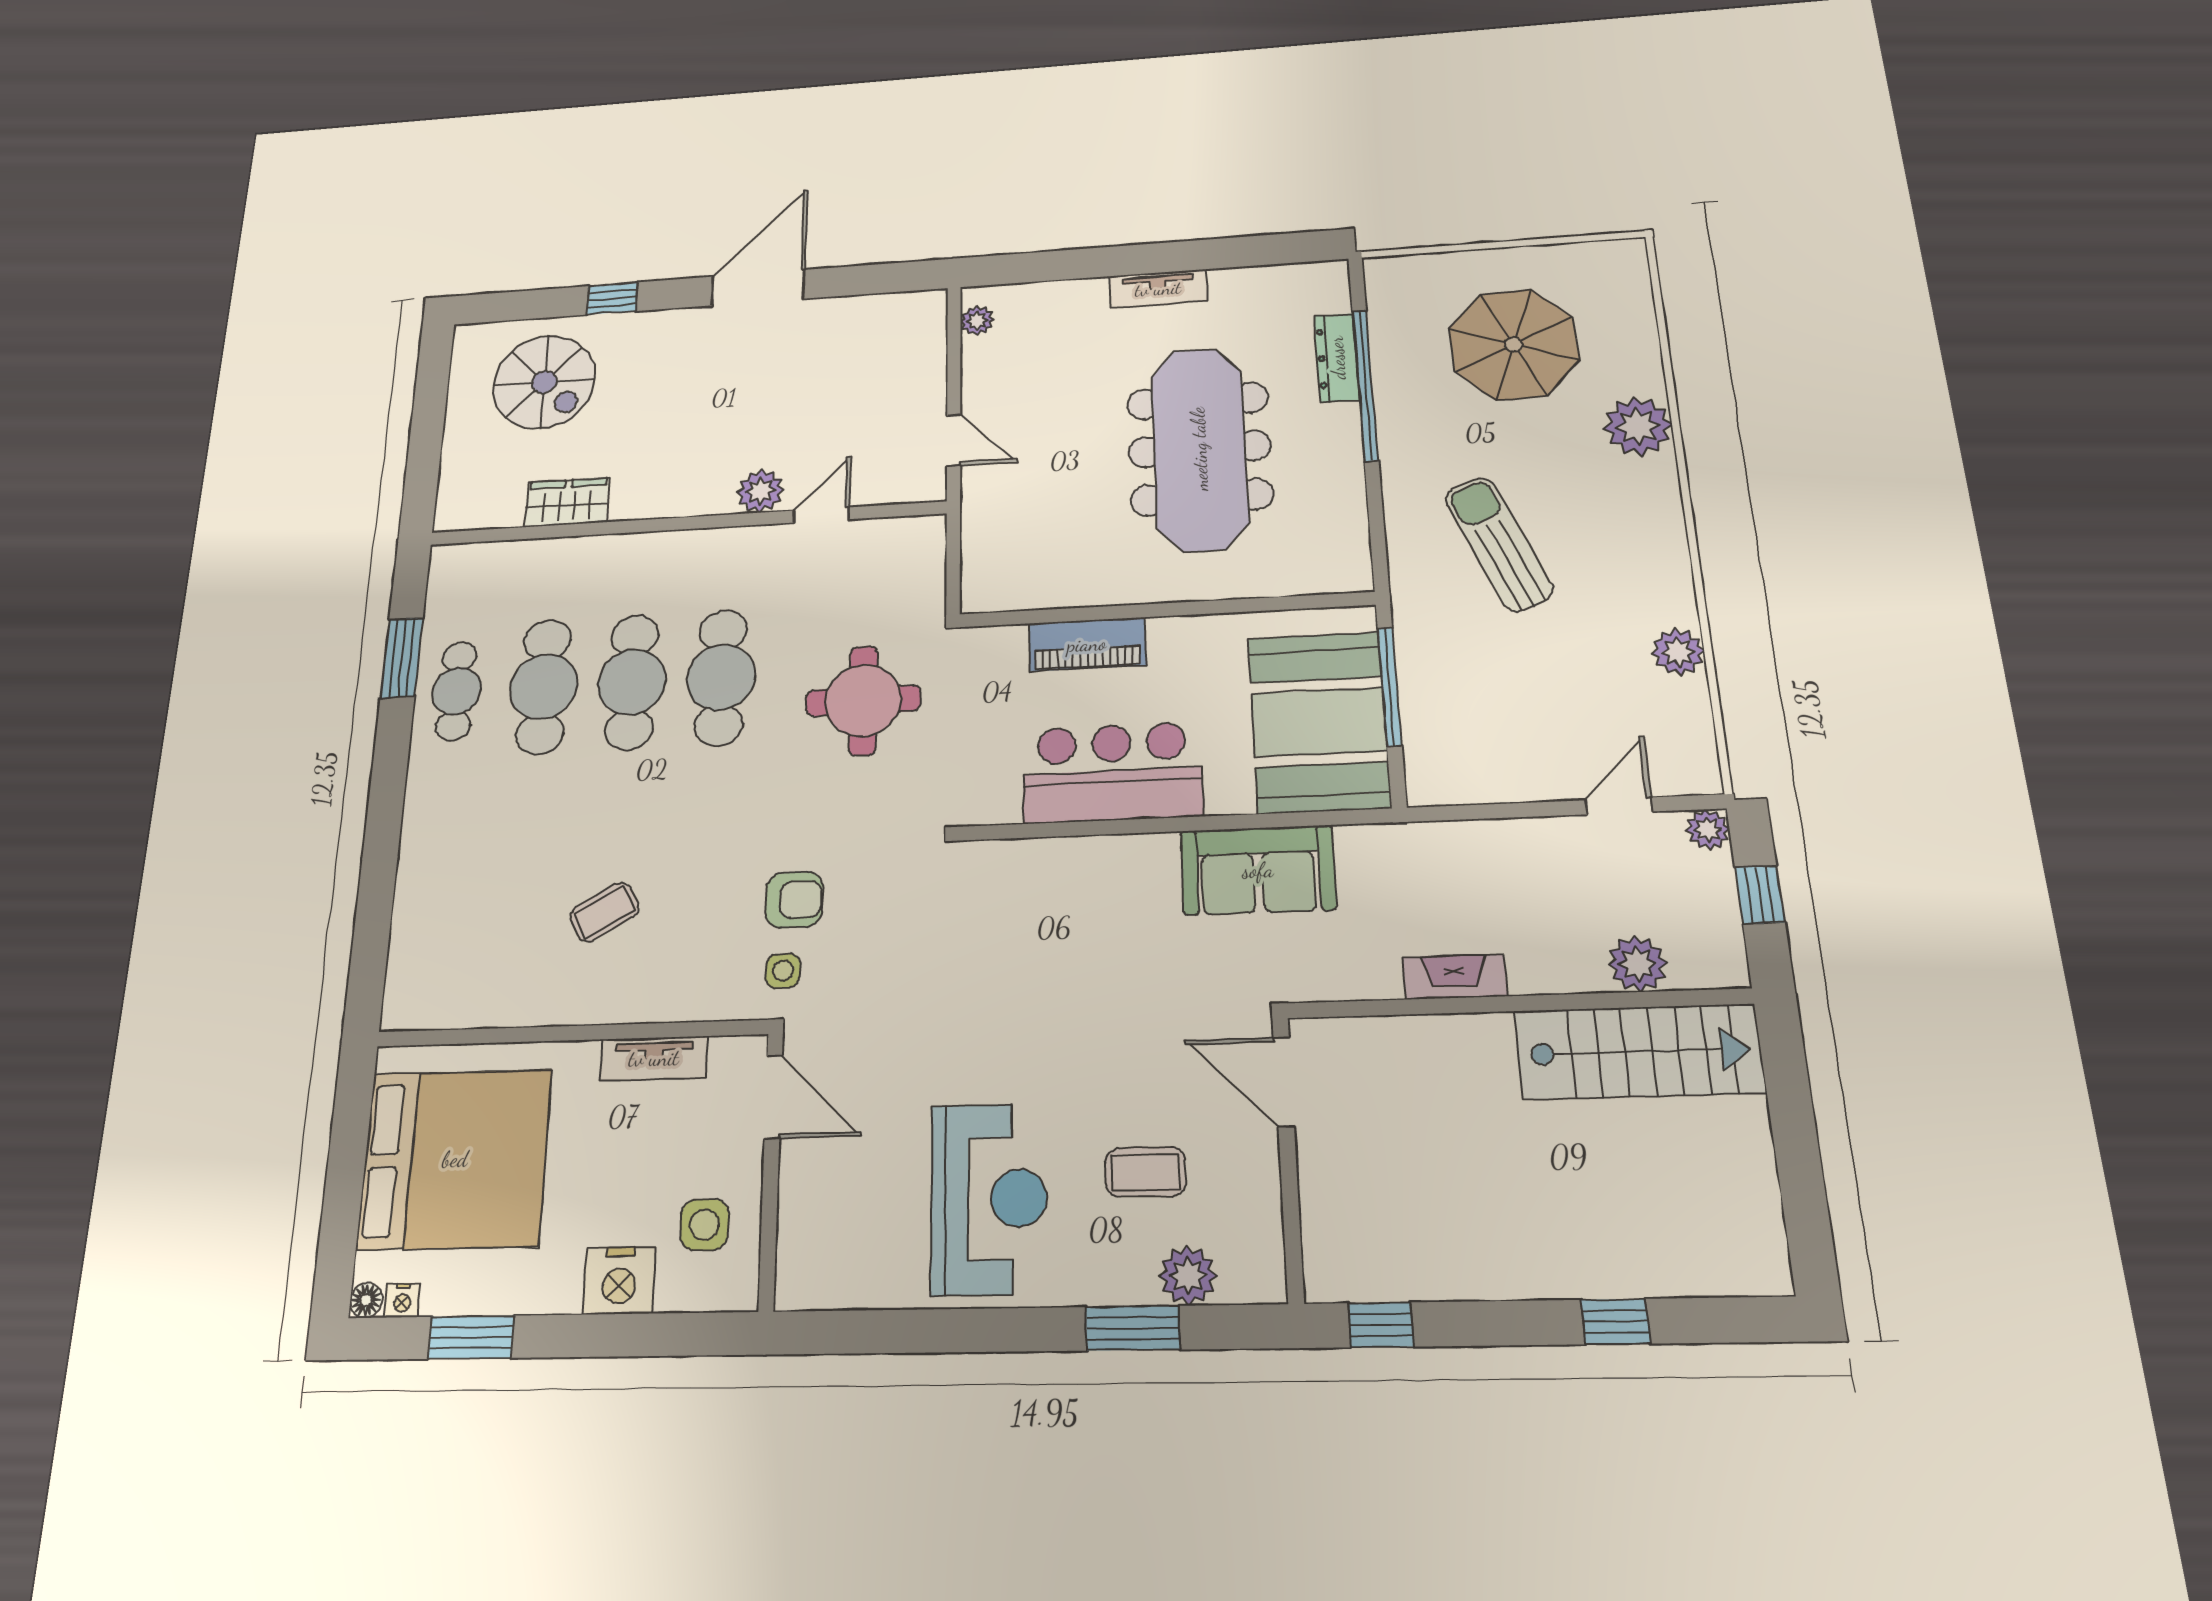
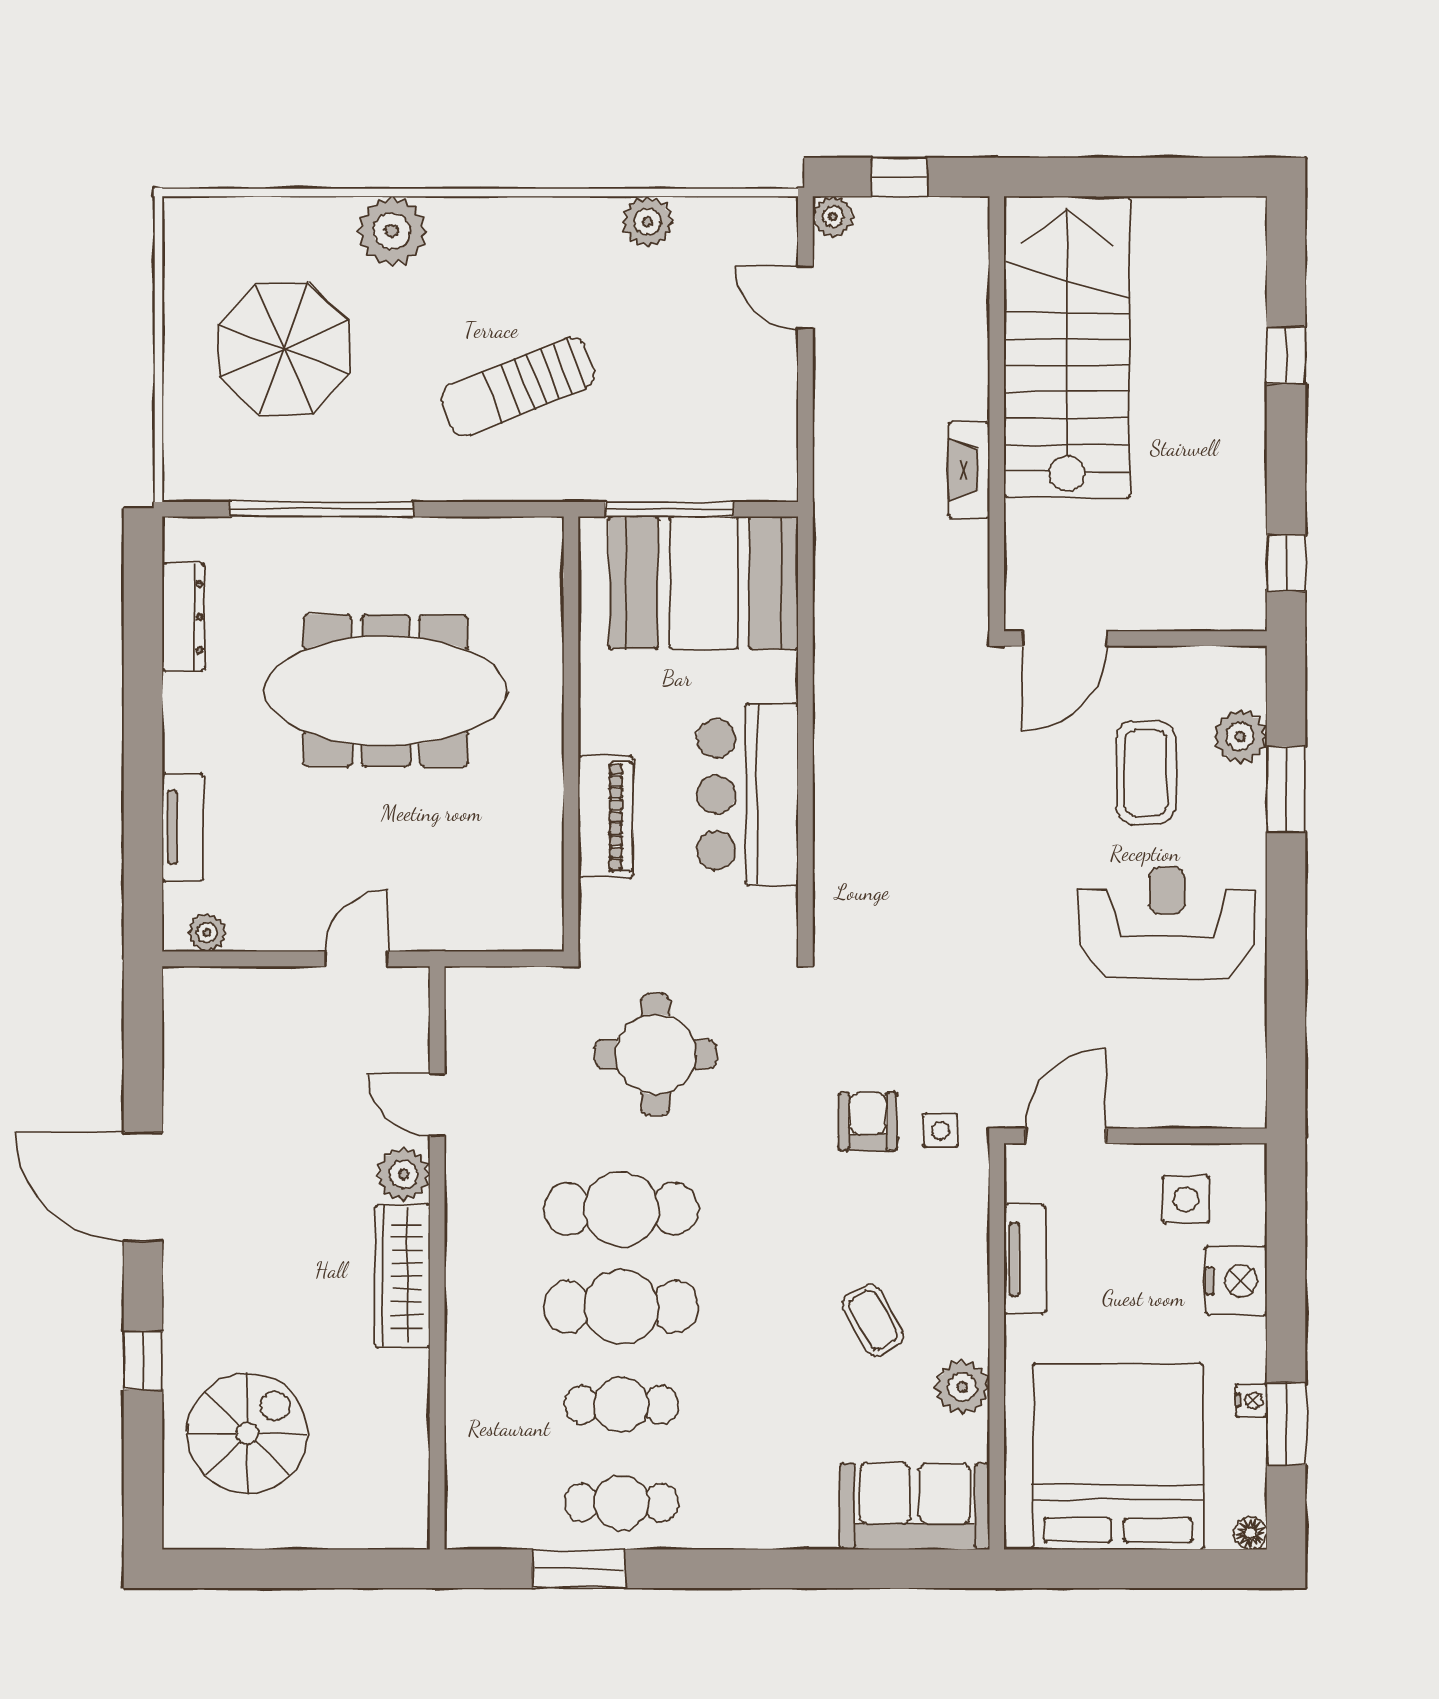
tv unit: (1158, 289) -> (183, 827), moved
dresser: (1337, 358) -> (183, 617), moved, turned -90
wardrobe: (567, 502) -> (402, 1276), moved, width x1.50
cafe table: (544, 687) -> (621, 1405), width x0.73, depth x0.74
sofa: (1258, 870) -> (915, 1506), moved, turned -90
plant: (1637, 964) -> (962, 1387), moved
stairs: (1639, 1052) -> (1067, 347), width x1.36, depth x1.51
coffee table: (1146, 1172) -> (1146, 773), width x1.36, depth x1.30
nightstand: (402, 1300) -> (1251, 1400), moved

